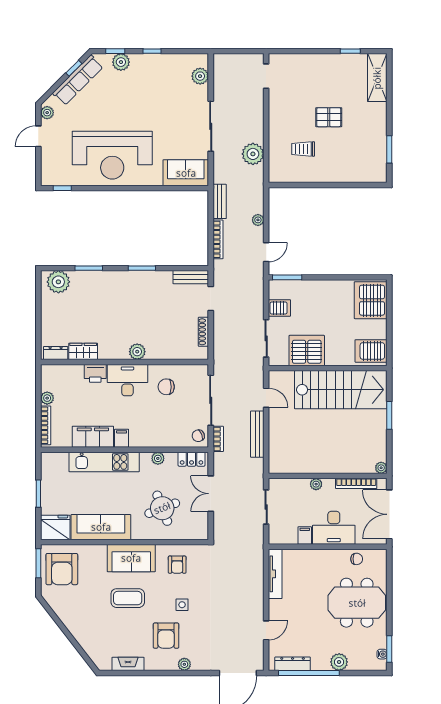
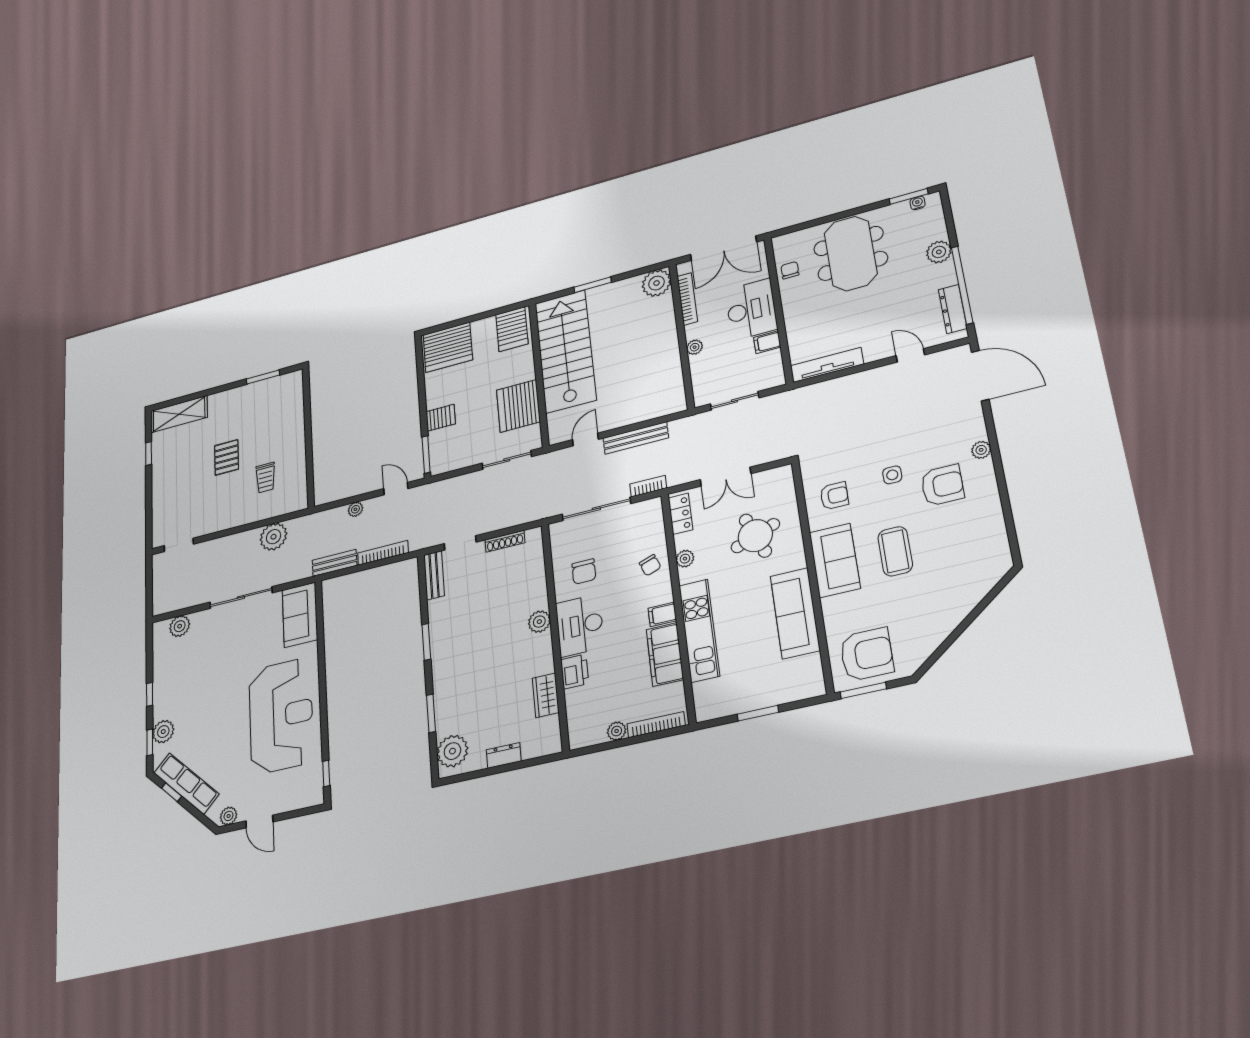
server rack: (279, 308) -> (441, 418), moved, turned 90
dresser: (56, 353) -> (504, 755), moved, turned 90
chair: (198, 436) -> (650, 565), moved
plant: (381, 468) -> (656, 283), width x1.87, depth x1.87
fridge: (55, 527) -> (805, 678), removed
fireplace: (128, 664) -> (996, 527), removed

